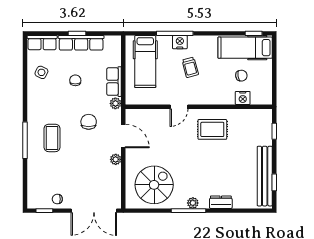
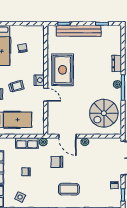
nightstand: (243, 98) -> (39, 80), moved
rug: (212, 129) -> (63, 70), width x1.36, depth x1.43
door: (123, 136) -> (67, 136), swing flipped
bench: (265, 176) -> (79, 31), moved
spiral stairs: (154, 185) -> (104, 113), turned -90

